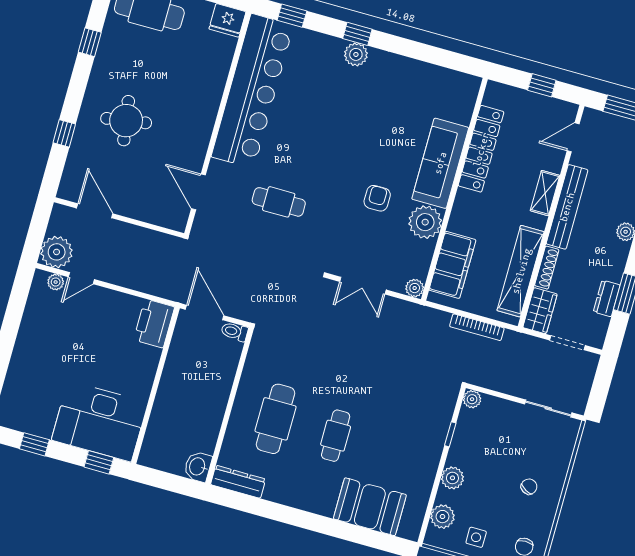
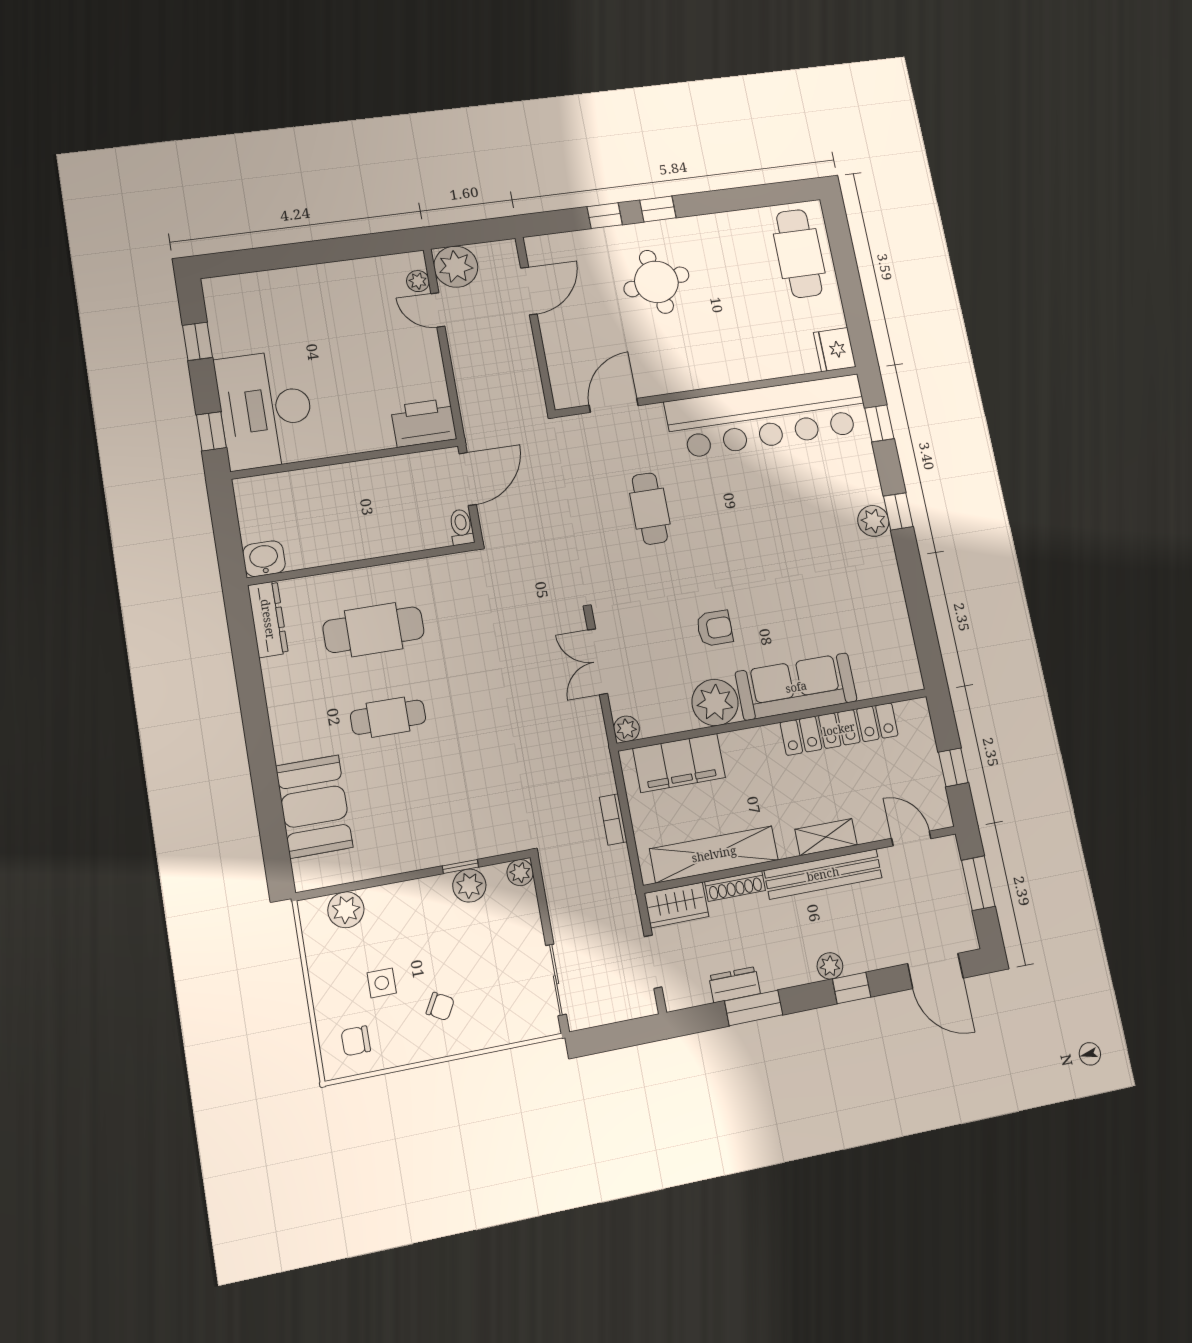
window: (90, 42) -> (658, 209), moved
bookcase: (477, 327) -> (613, 819), width x0.64
plant: (452, 478) -> (469, 886), moved
side table: (476, 537) -> (382, 983), moved

